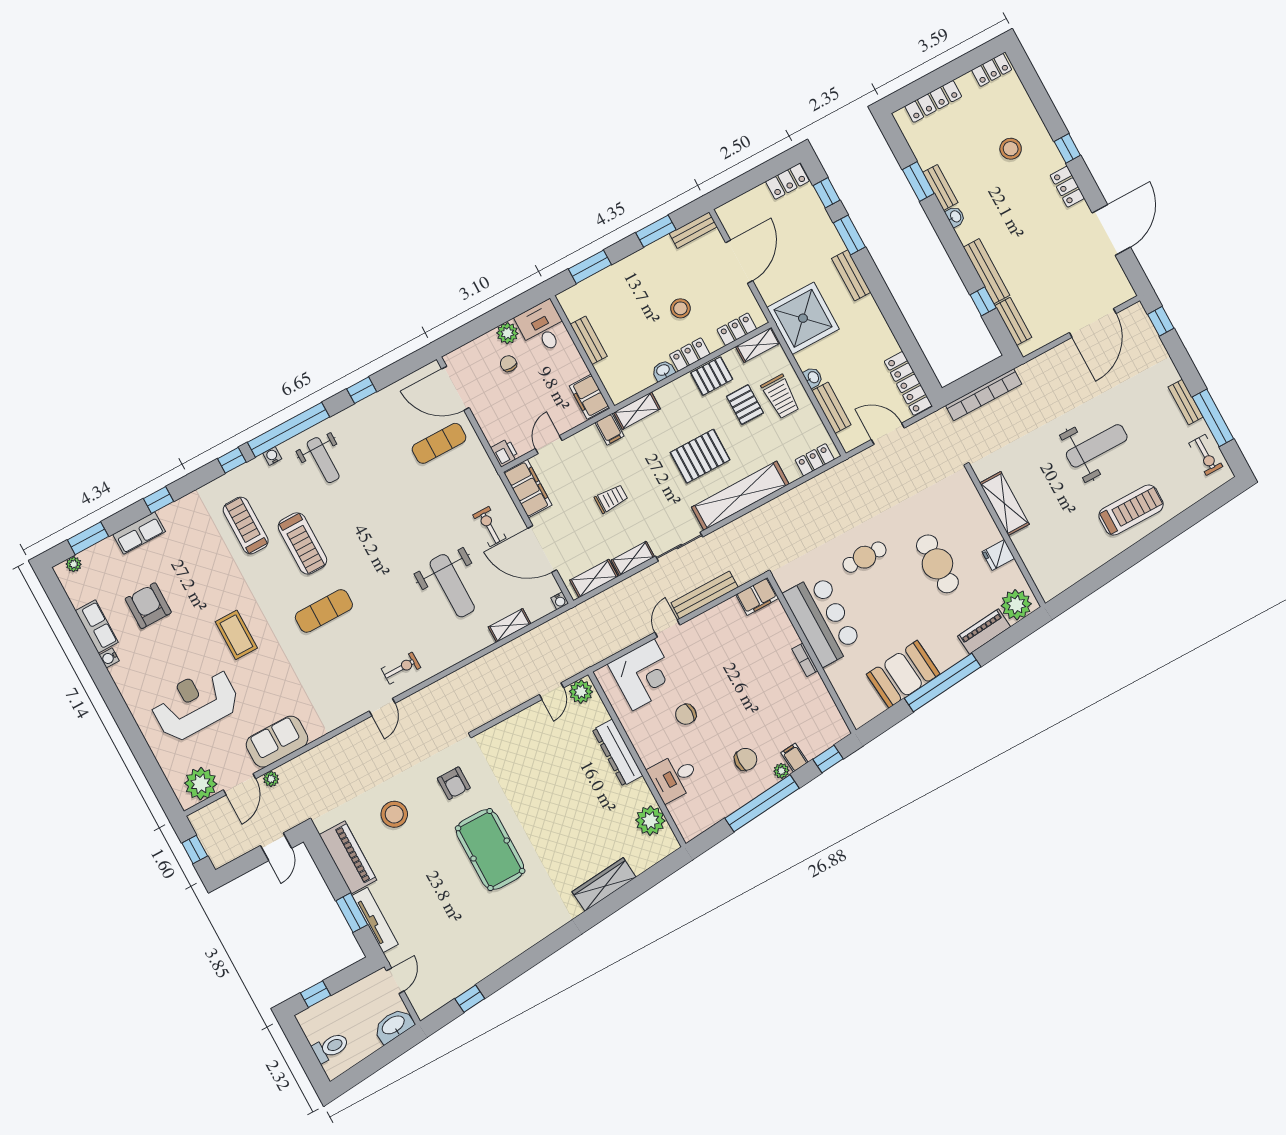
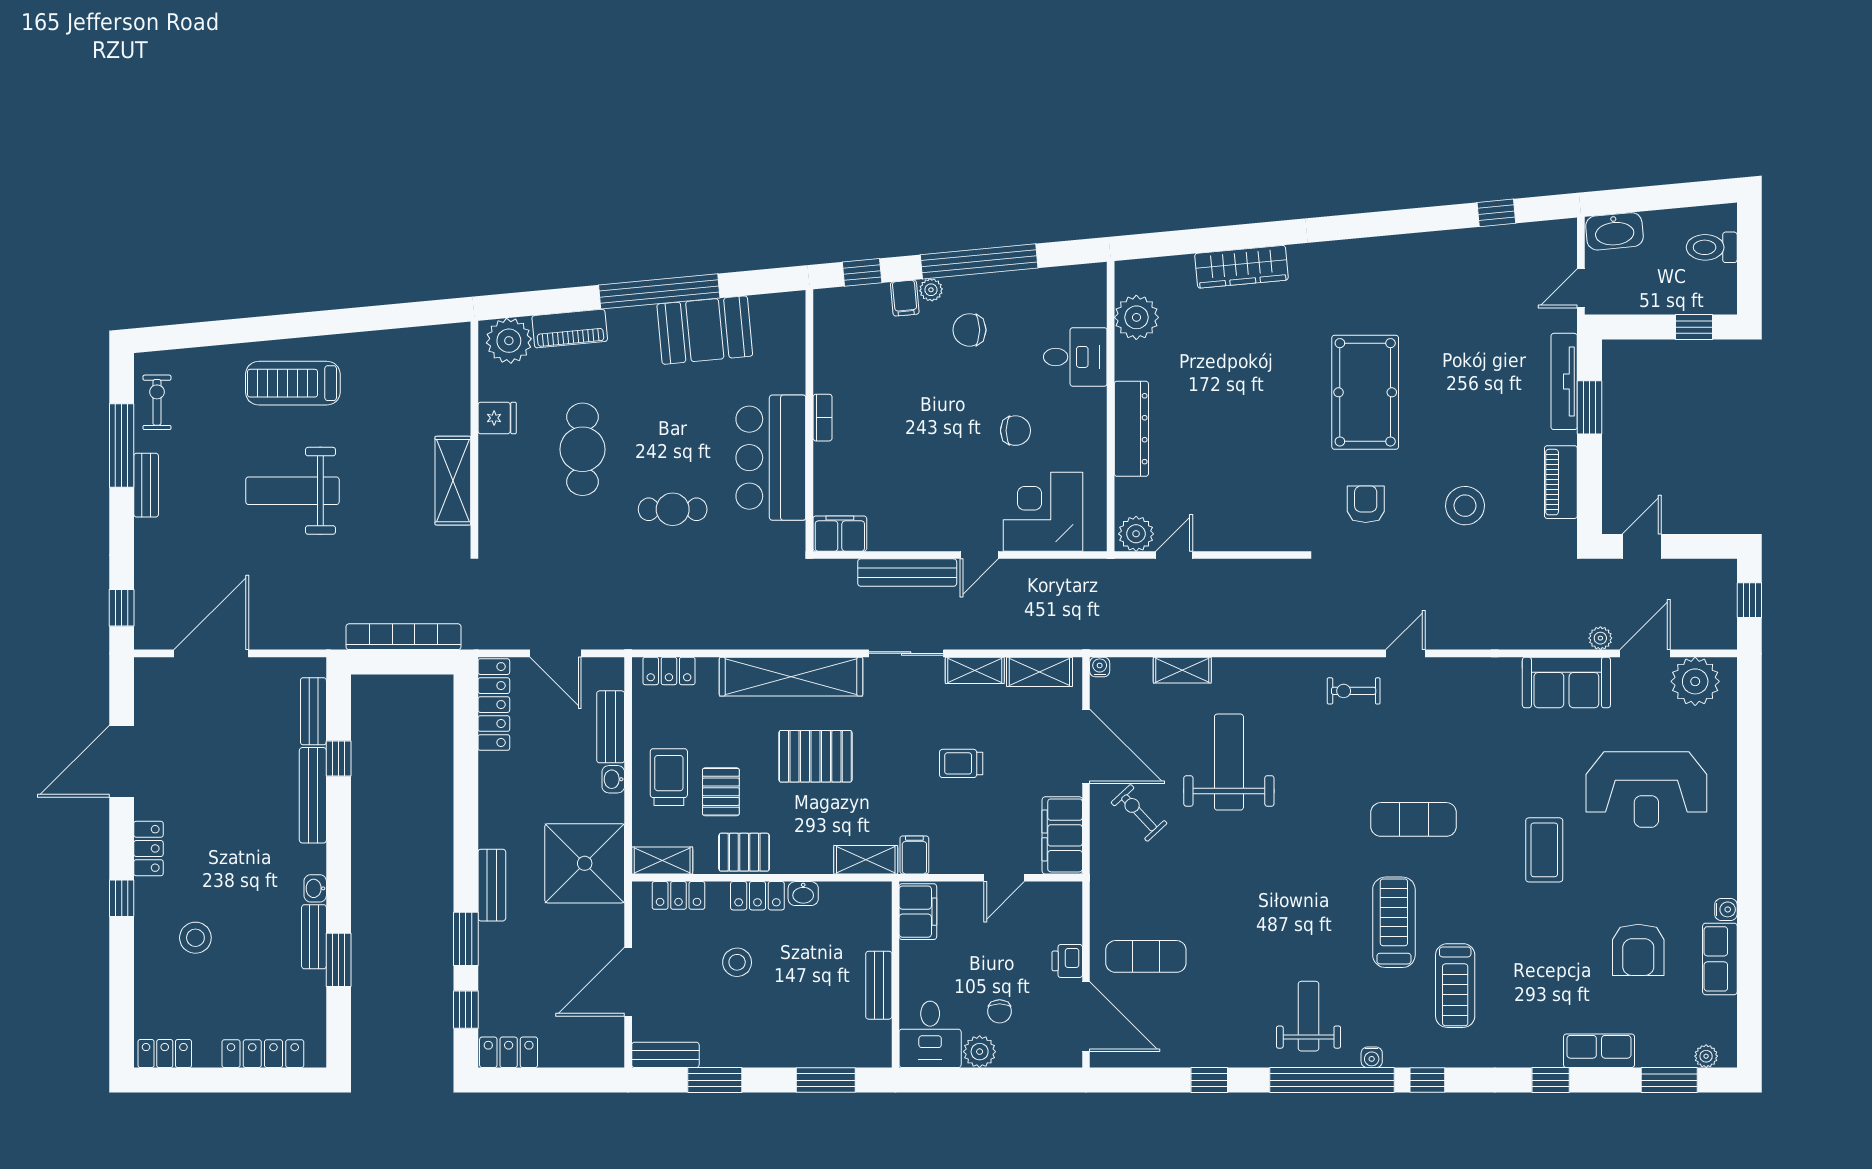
printer: (505, 453) -> (1067, 961), moved
exercise bike: (489, 527) -> (1139, 813), turned 137
piano: (348, 857) -> (1561, 482), width x0.73, depth x0.75

